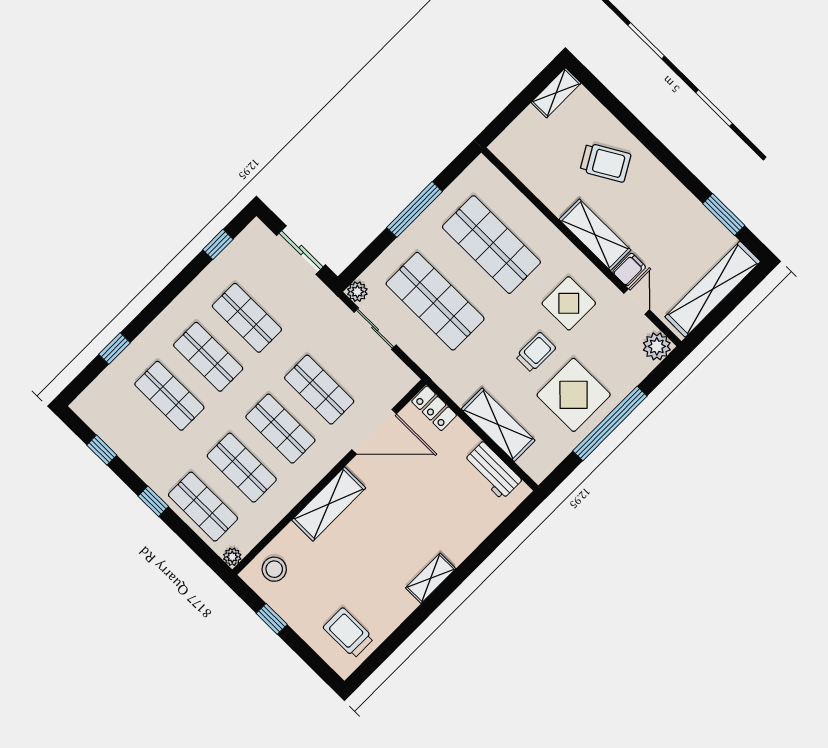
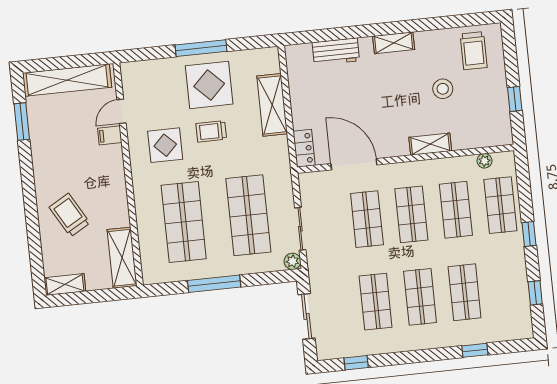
shelving: (595, 235) -> (122, 258), moved
plant: (657, 346) -> (132, 73), removed
window: (610, 424) -> (201, 48), width x0.68
workbench: (492, 471) -> (336, 52), moved, turned 90
shelving: (329, 504) -> (430, 144), width x0.67, depth x0.75
plant: (232, 557) -> (484, 161), moved
stool: (274, 569) -> (443, 89), moved

